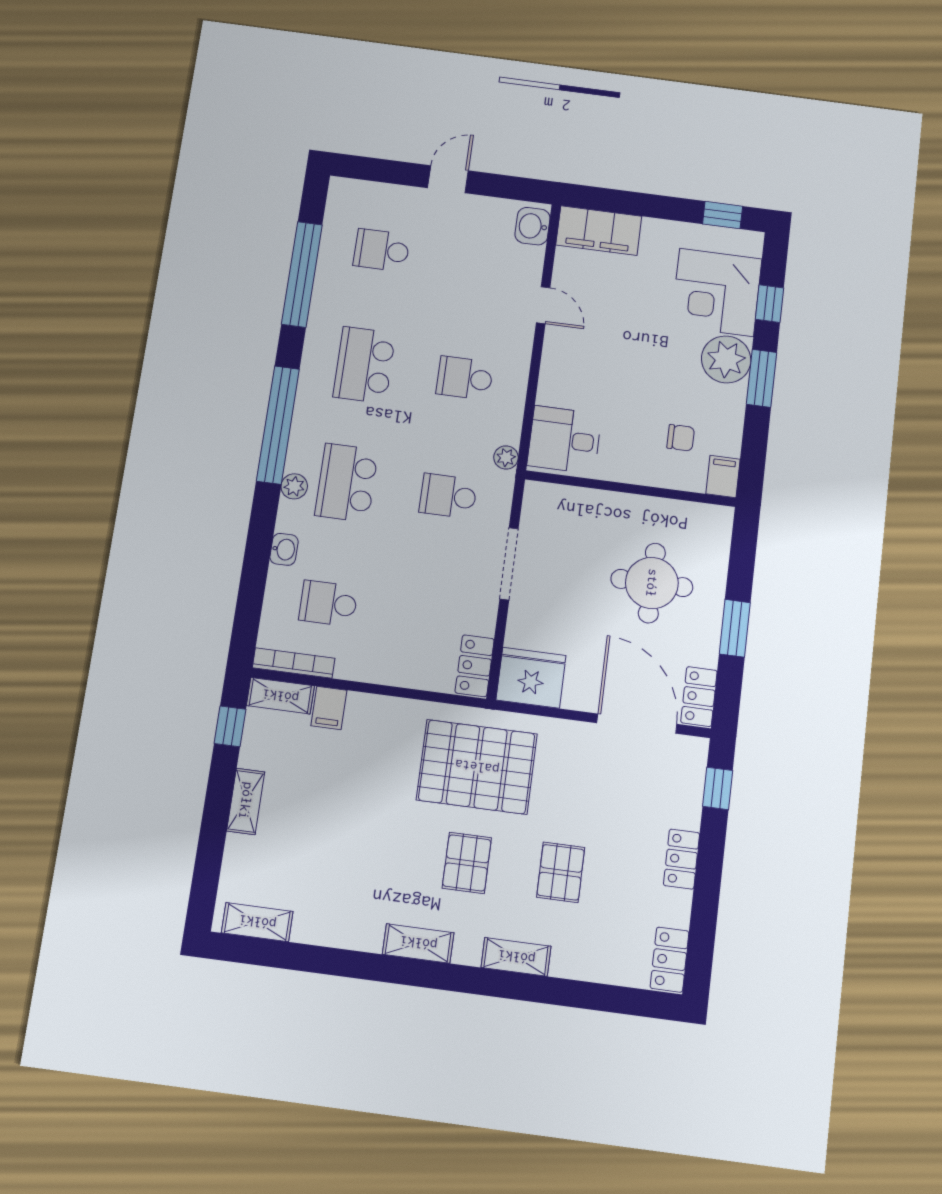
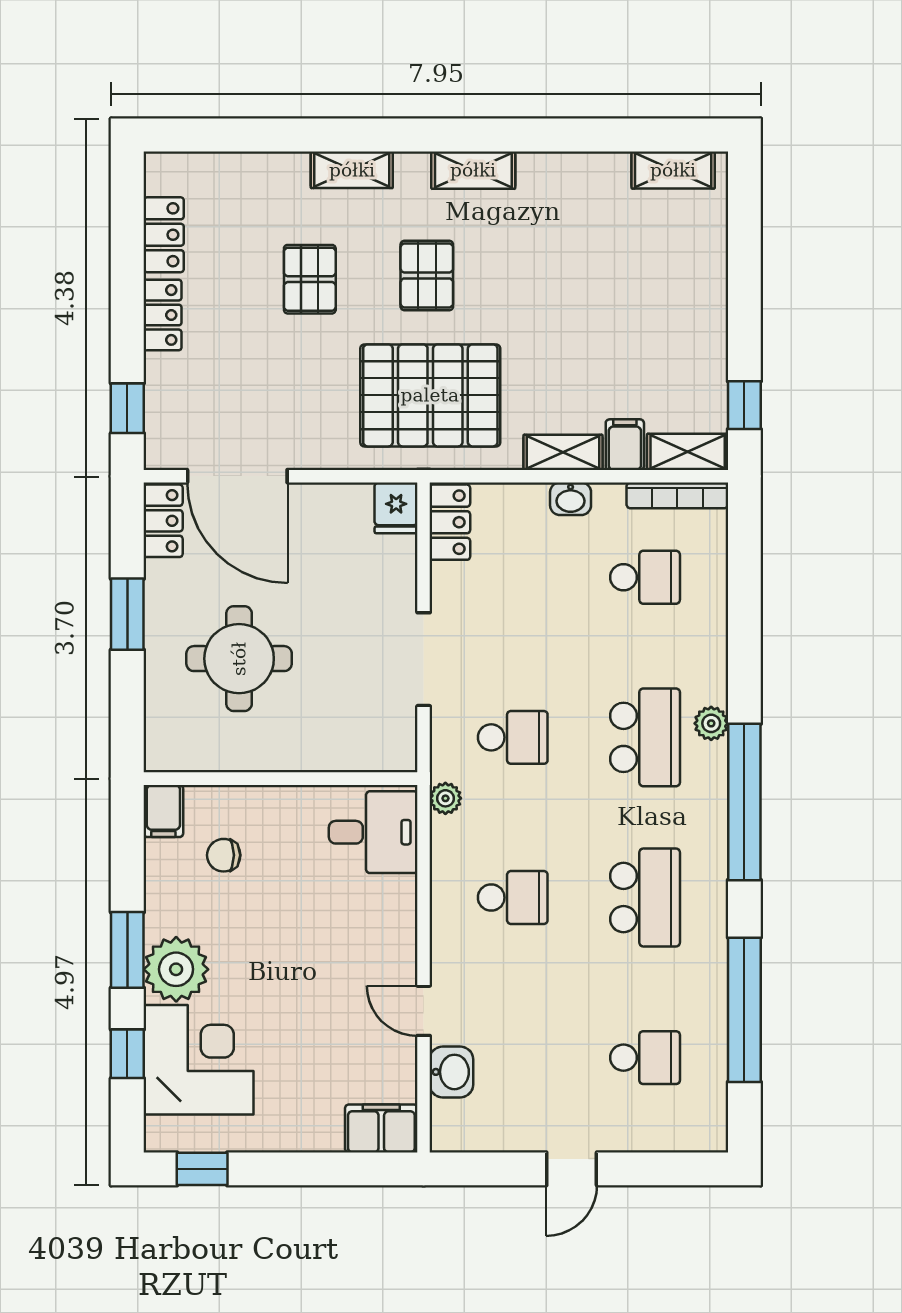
washbasin: (532, 226) -> (451, 1072), moved
filing cabinet: (599, 231) -> (381, 1128), width x0.67, depth x0.86
washbasin: (284, 549) -> (571, 499), moved, turned -90
fridge: (531, 678) -> (396, 508), width x0.53, depth x0.75
shelving: (246, 801) -> (563, 452), moved, turned 90
locker: (670, 960) -> (164, 235), moved

